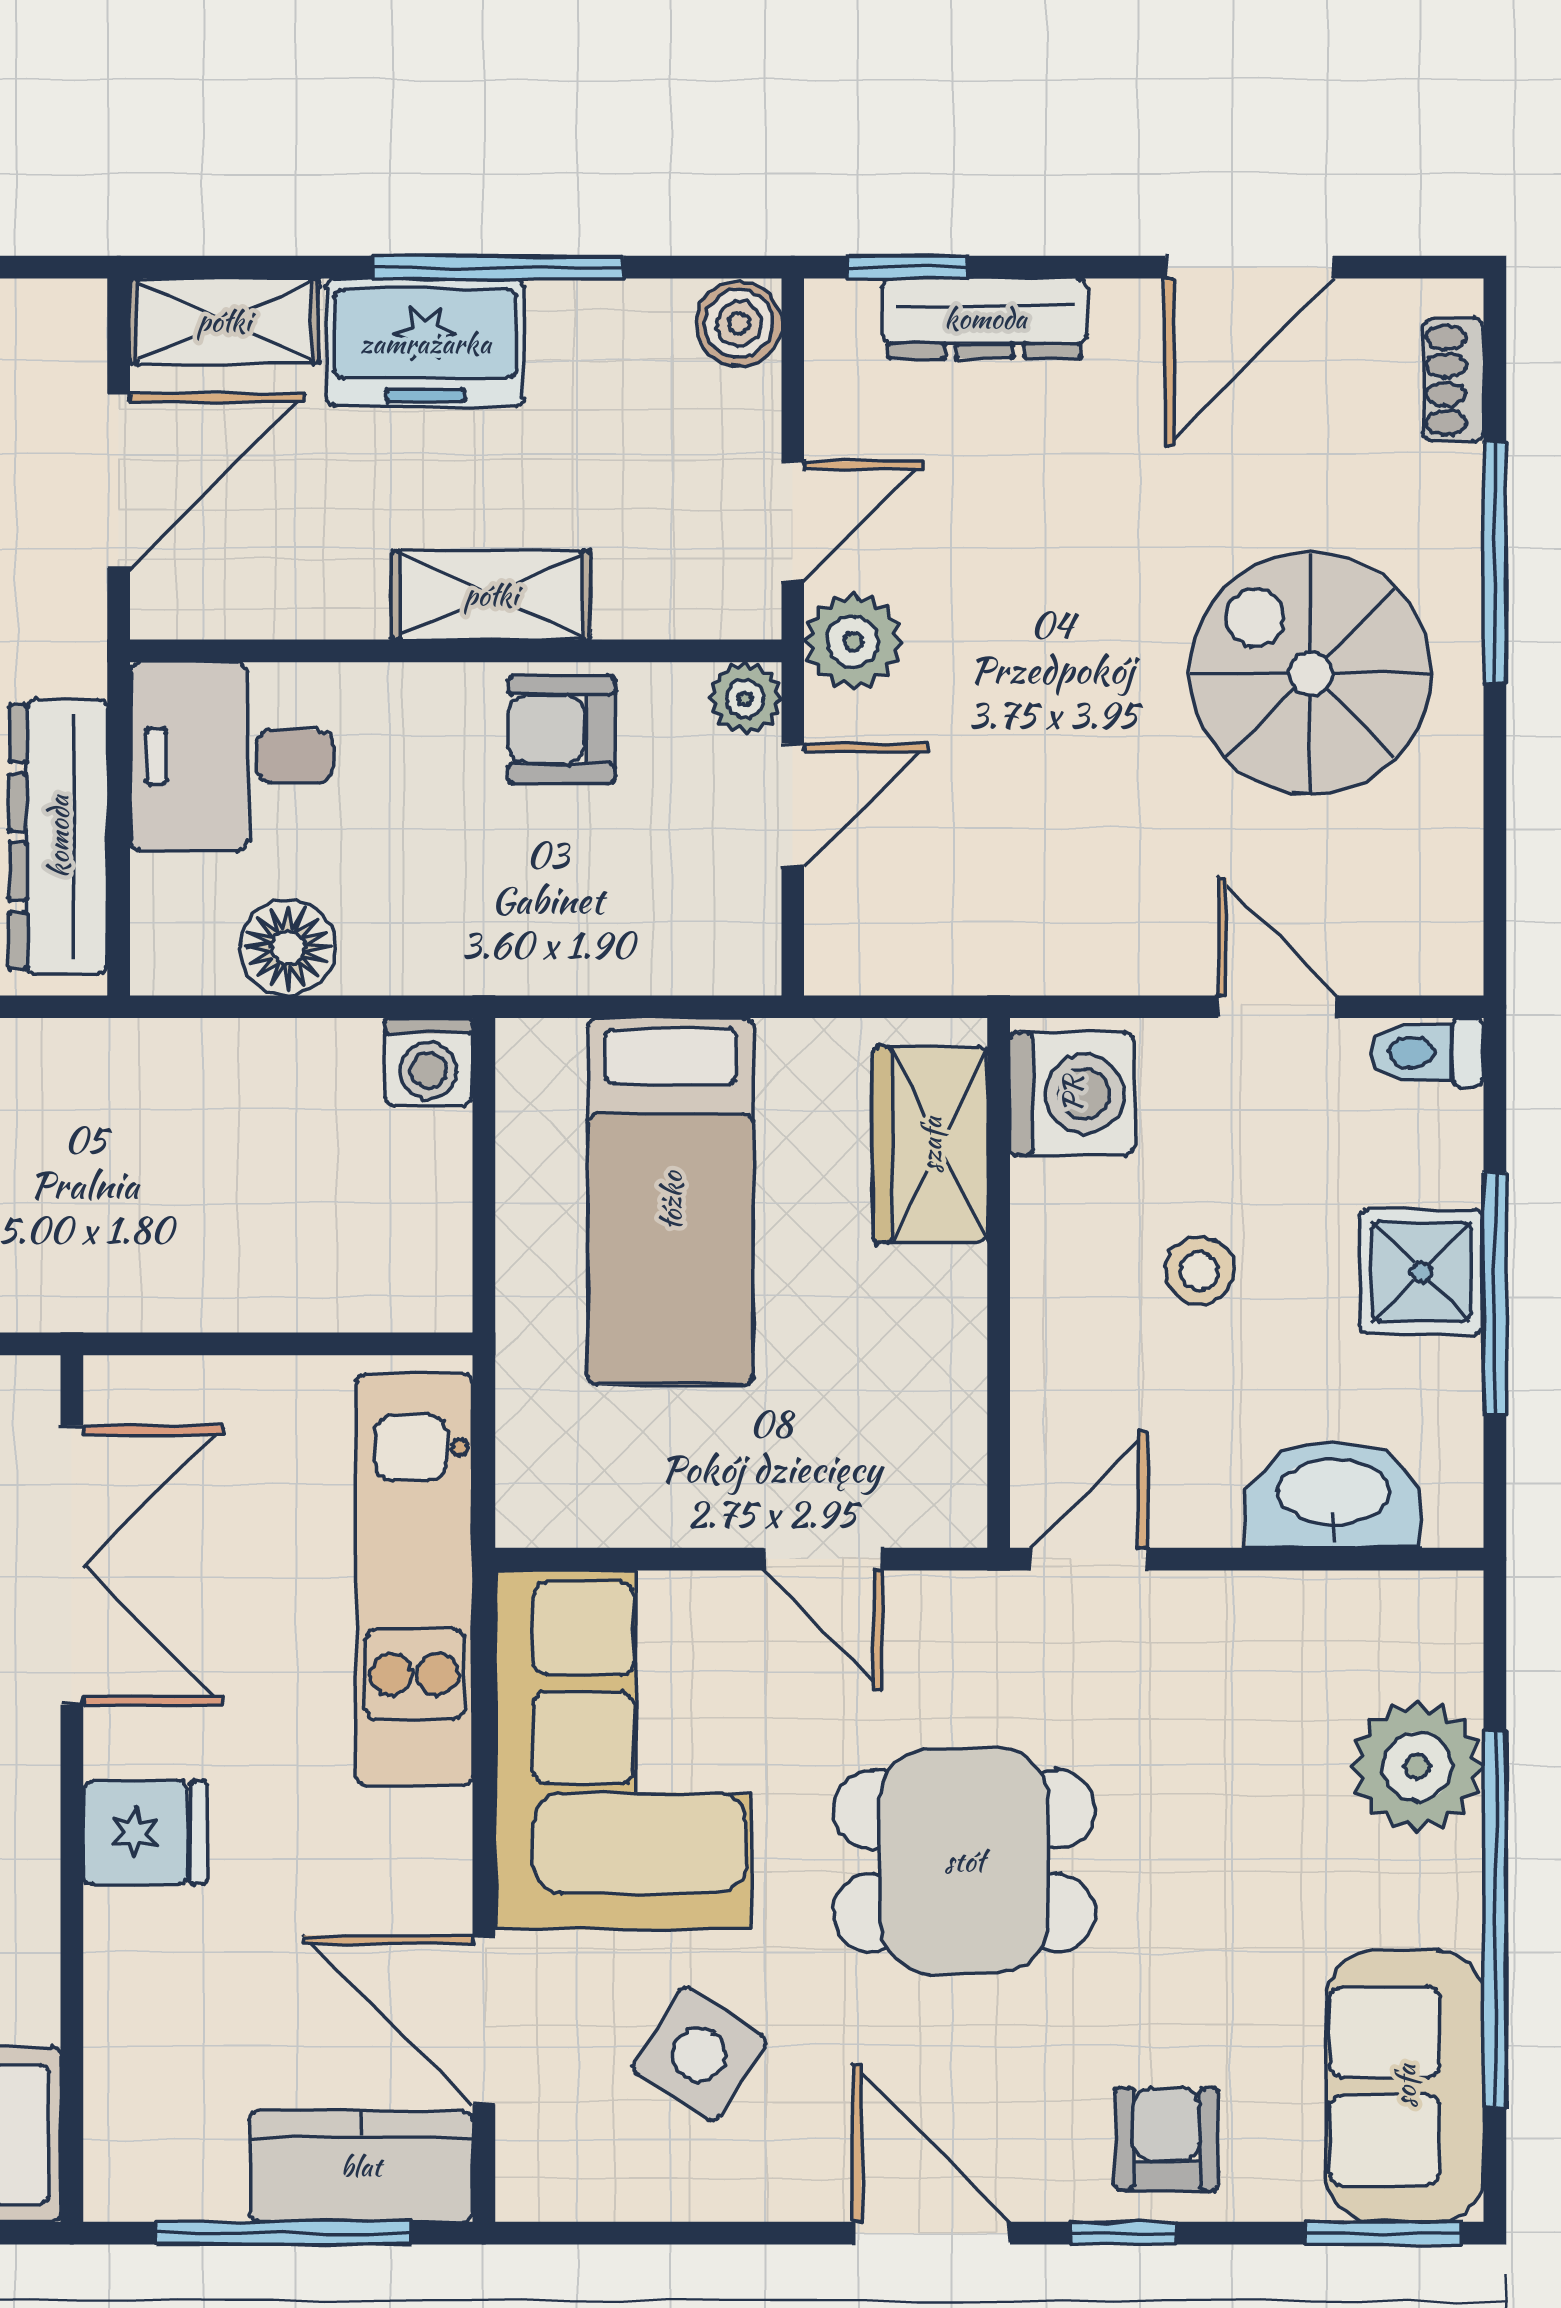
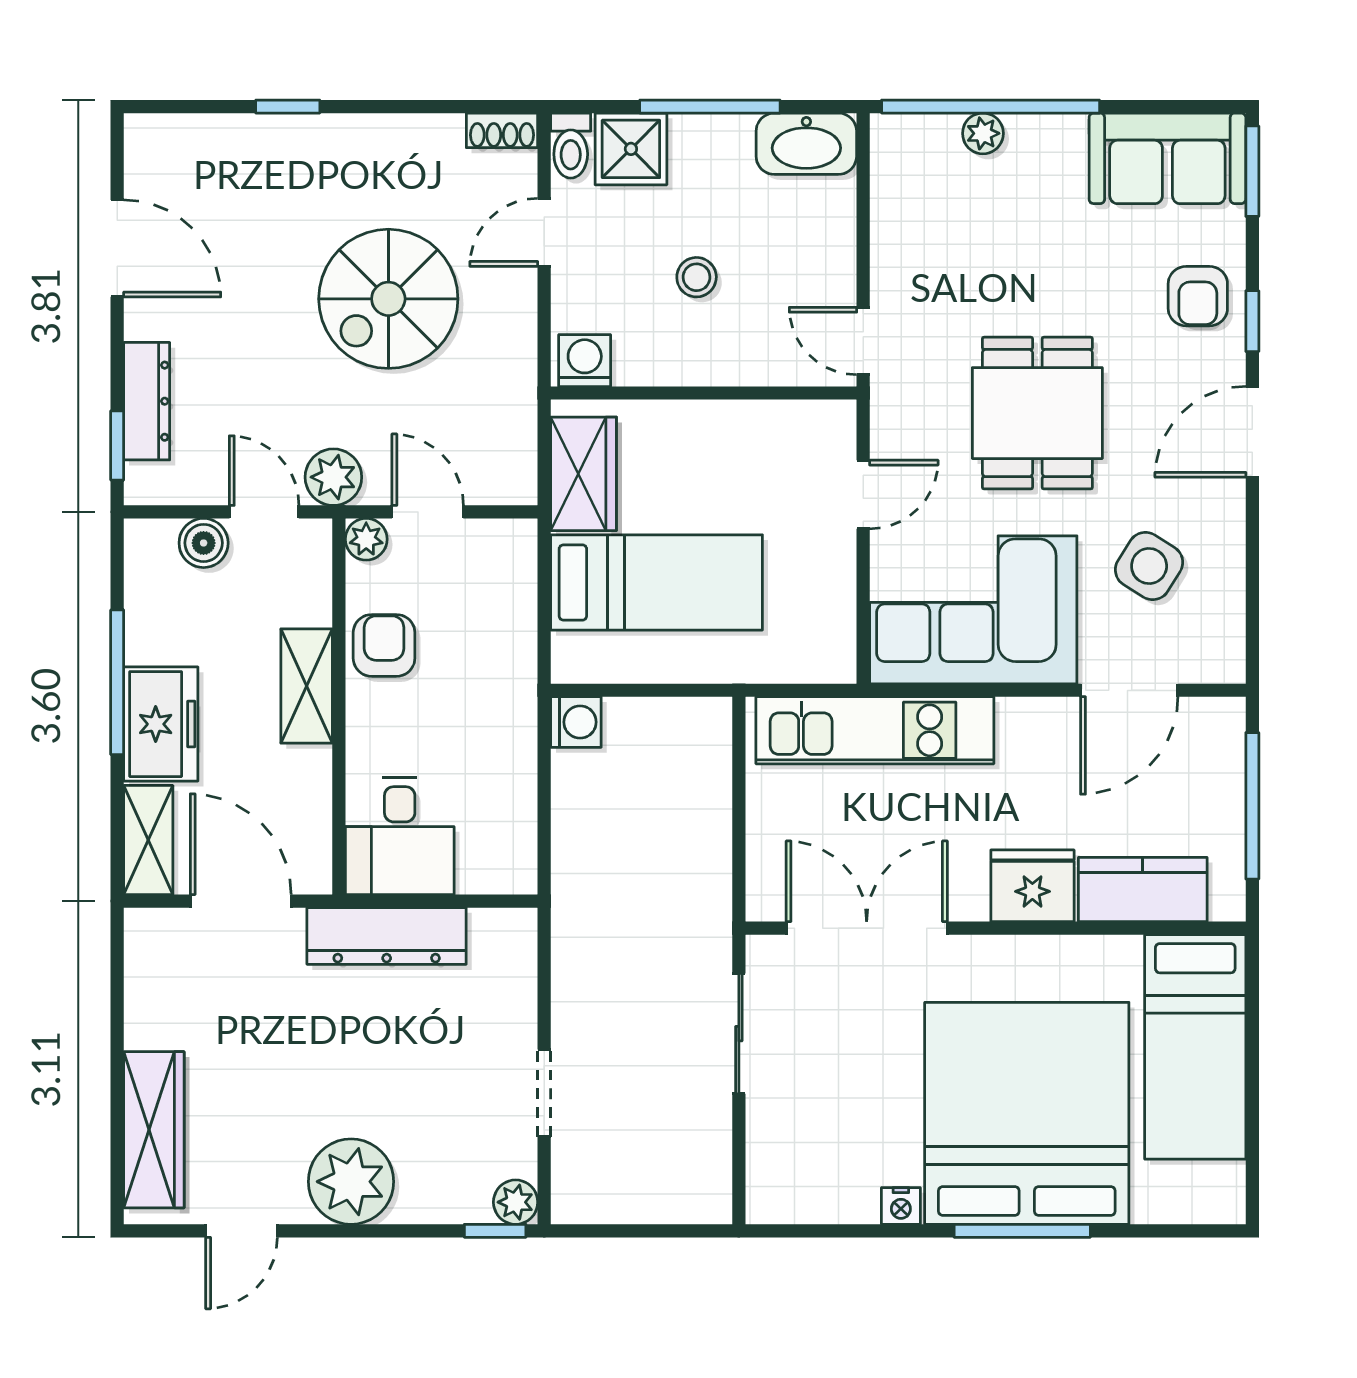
boiler: (739, 323) -> (204, 543), moved
shoe rack: (1454, 380) -> (502, 130), moved
window: (1495, 563) -> (288, 107), width x0.46
spiral stairs: (1310, 673) -> (388, 299), moved
armchair: (561, 729) -> (384, 645), turned 180
dresser: (58, 837) -> (387, 936), moved
floor lamp: (288, 948) -> (510, 803), removed
washing machine: (1072, 1094) -> (585, 361), width x0.73, depth x0.73
wardrobe: (931, 1145) -> (584, 474), moved, turned -90
shower: (1421, 1272) -> (631, 149), moved
washbasin: (1333, 1495) -> (806, 144), moved, turned -90
plant: (1417, 1767) -> (983, 133), width x0.53, depth x0.53
fridge: (145, 1832) -> (1032, 886), width x1.38
window: (1495, 1919) -> (991, 107), moved
armchair: (1166, 2139) -> (1198, 296), turned -90
kitchen counter: (361, 2166) -> (1143, 889), moved, turned 90

